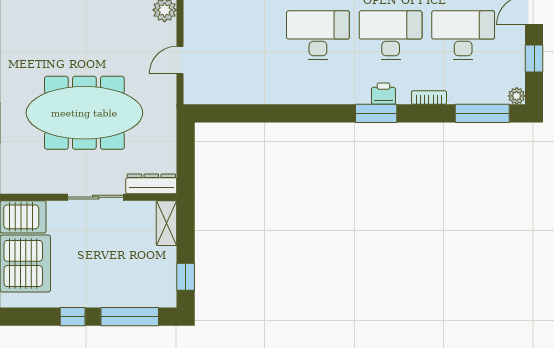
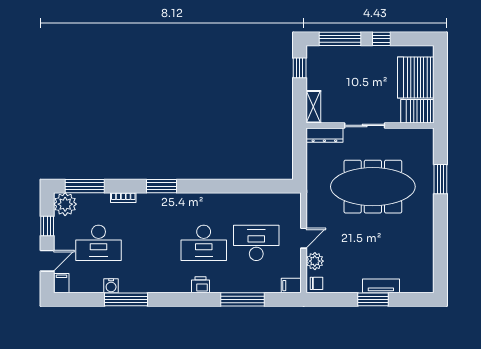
desk: (391, 35) -> (256, 243), moved, turned 180
door: (180, 60) -> (304, 238), moved
printer: (383, 94) -> (156, 200), removed
plant: (517, 96) -> (65, 204), width x1.88, depth x1.88

